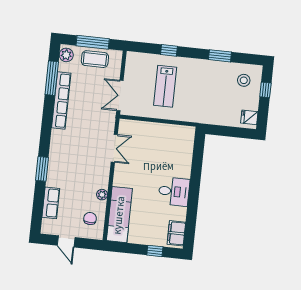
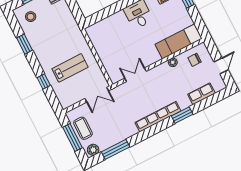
row of seats: (61, 101) -> (158, 117), moved

